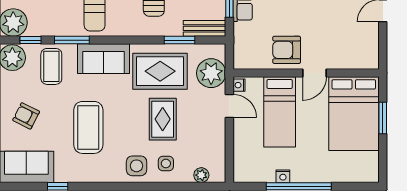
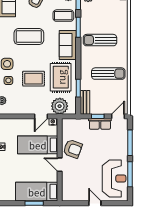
armchair: (287, 50) -> (73, 149), turned 110
bed: (354, 114) -> (37, 192), width x0.67

